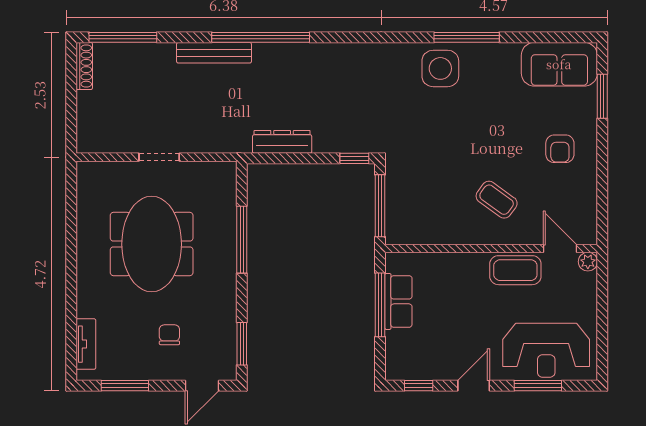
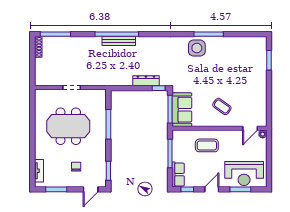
bench: (214, 53) -> (119, 41), moved
sofa: (559, 64) -> (182, 110), moved, turned -90
dresser: (282, 142) -> (146, 81), moved
armchair: (560, 149) -> (250, 84), removed
meeting table: (152, 244) -> (68, 126), turned 90
door: (560, 249) -> (250, 128), swing flipped
coffee table: (515, 270) -> (207, 145), moved
row of seats: (398, 301) -> (178, 175), moved

